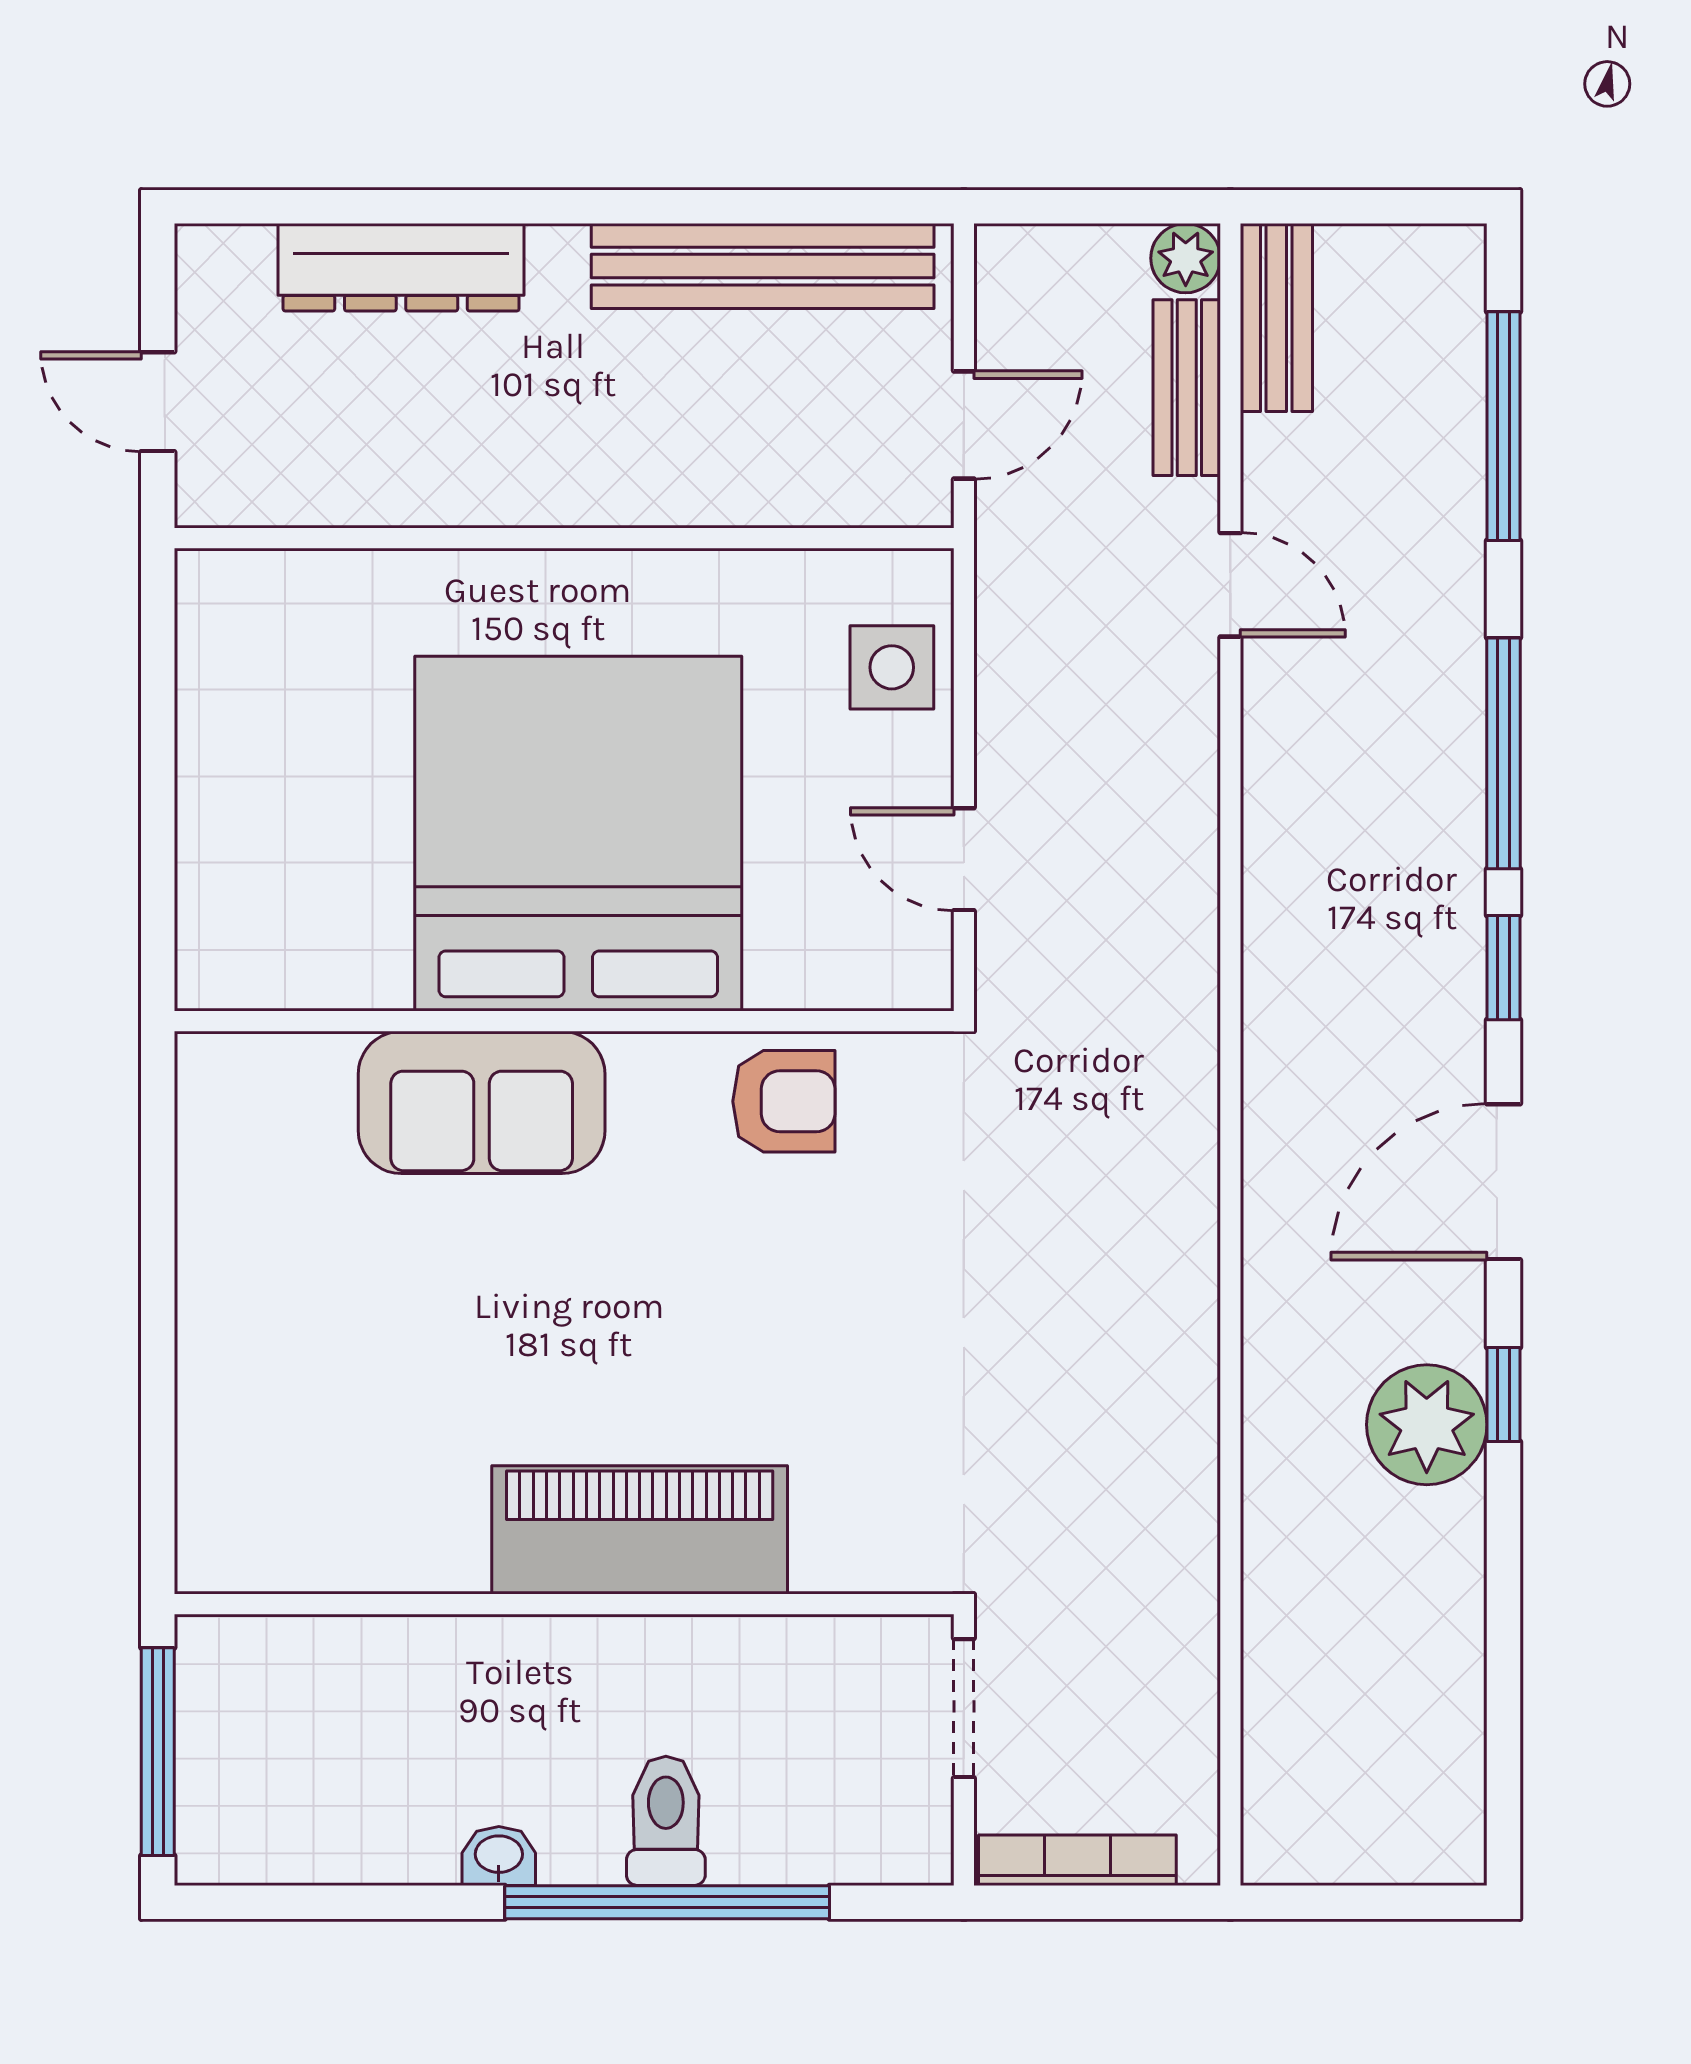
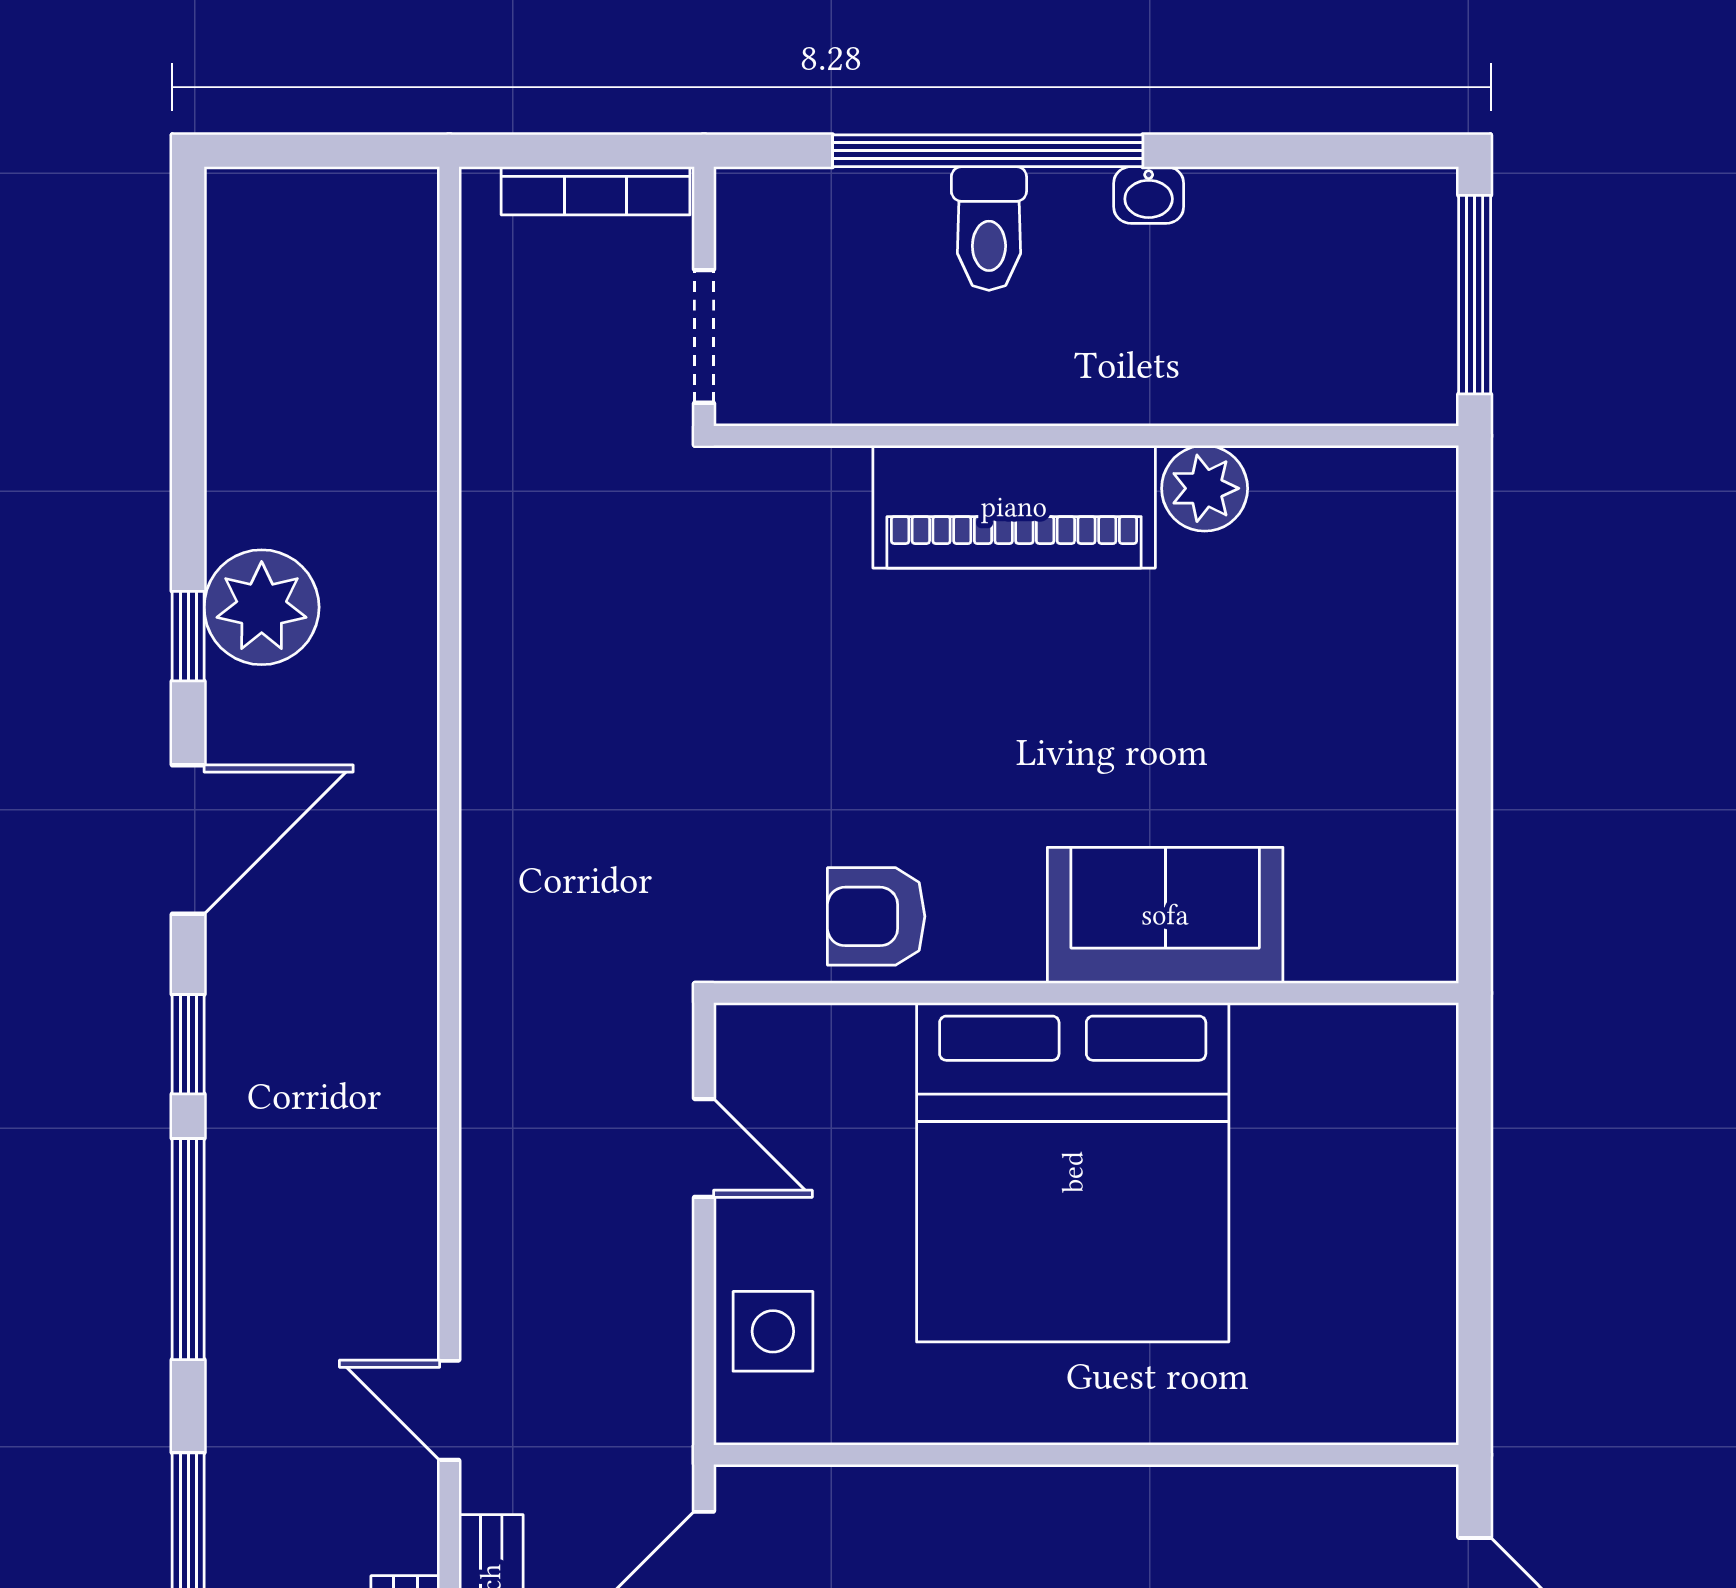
plant: (440, 1549) -> (1205, 488), added

